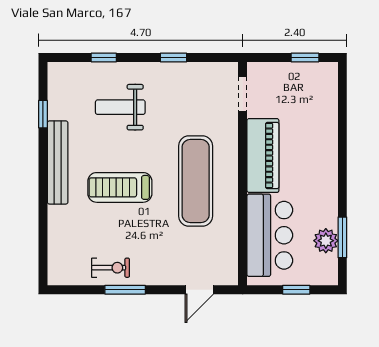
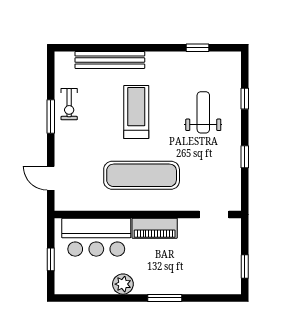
piano: (263, 156) -> (155, 228), width x0.73, depth x0.75
bench: (58, 162) -> (110, 60), moved
window: (342, 237) -> (165, 298), moved
plant: (326, 241) -> (123, 284), moved

